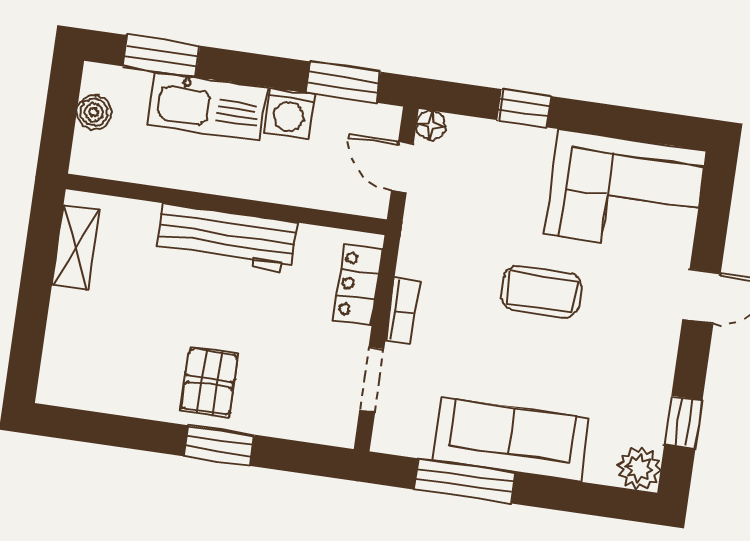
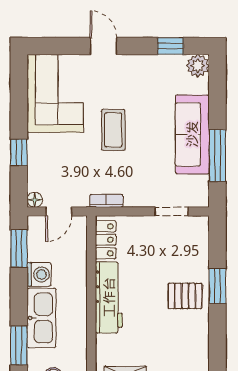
locker: (358, 284) -> (106, 240), moved, turned -90
bookcase: (402, 311) -> (106, 201), moved

